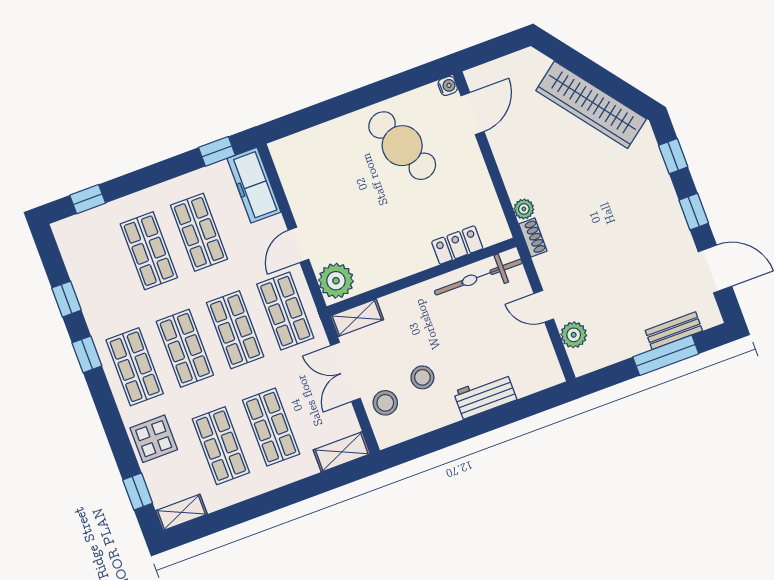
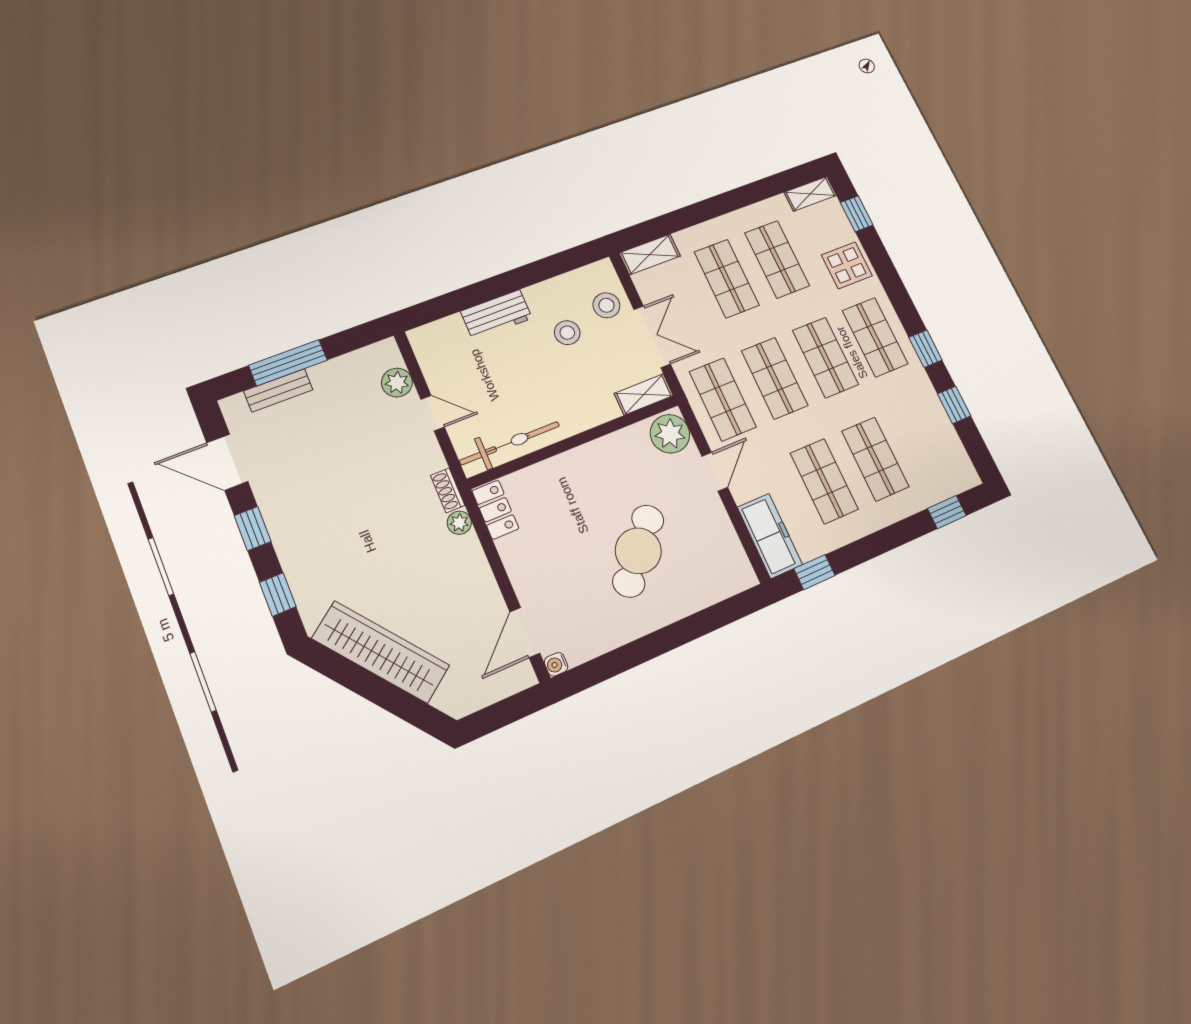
cafe table: (402, 146) -> (638, 551), moved, turned 65
locker: (457, 245) -> (495, 510), moved, turned -90

